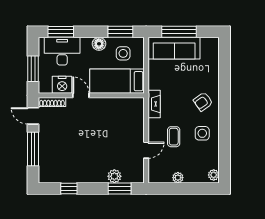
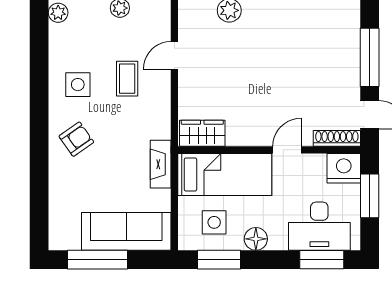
window: (179, 32) -> (98, 260), moved
nightstand: (62, 85) -> (344, 168), moved
door: (81, 95) -> (287, 150), swing flipped
fireplace: (154, 104) -> (161, 164), moved
wardrobe: (130, 105) -> (202, 133), added

